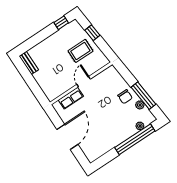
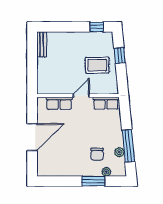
row of seats: (106, 75) -> (106, 103), added
chair: (125, 97) -> (97, 154), moved
window: (135, 139) -> (93, 181), width x0.47

